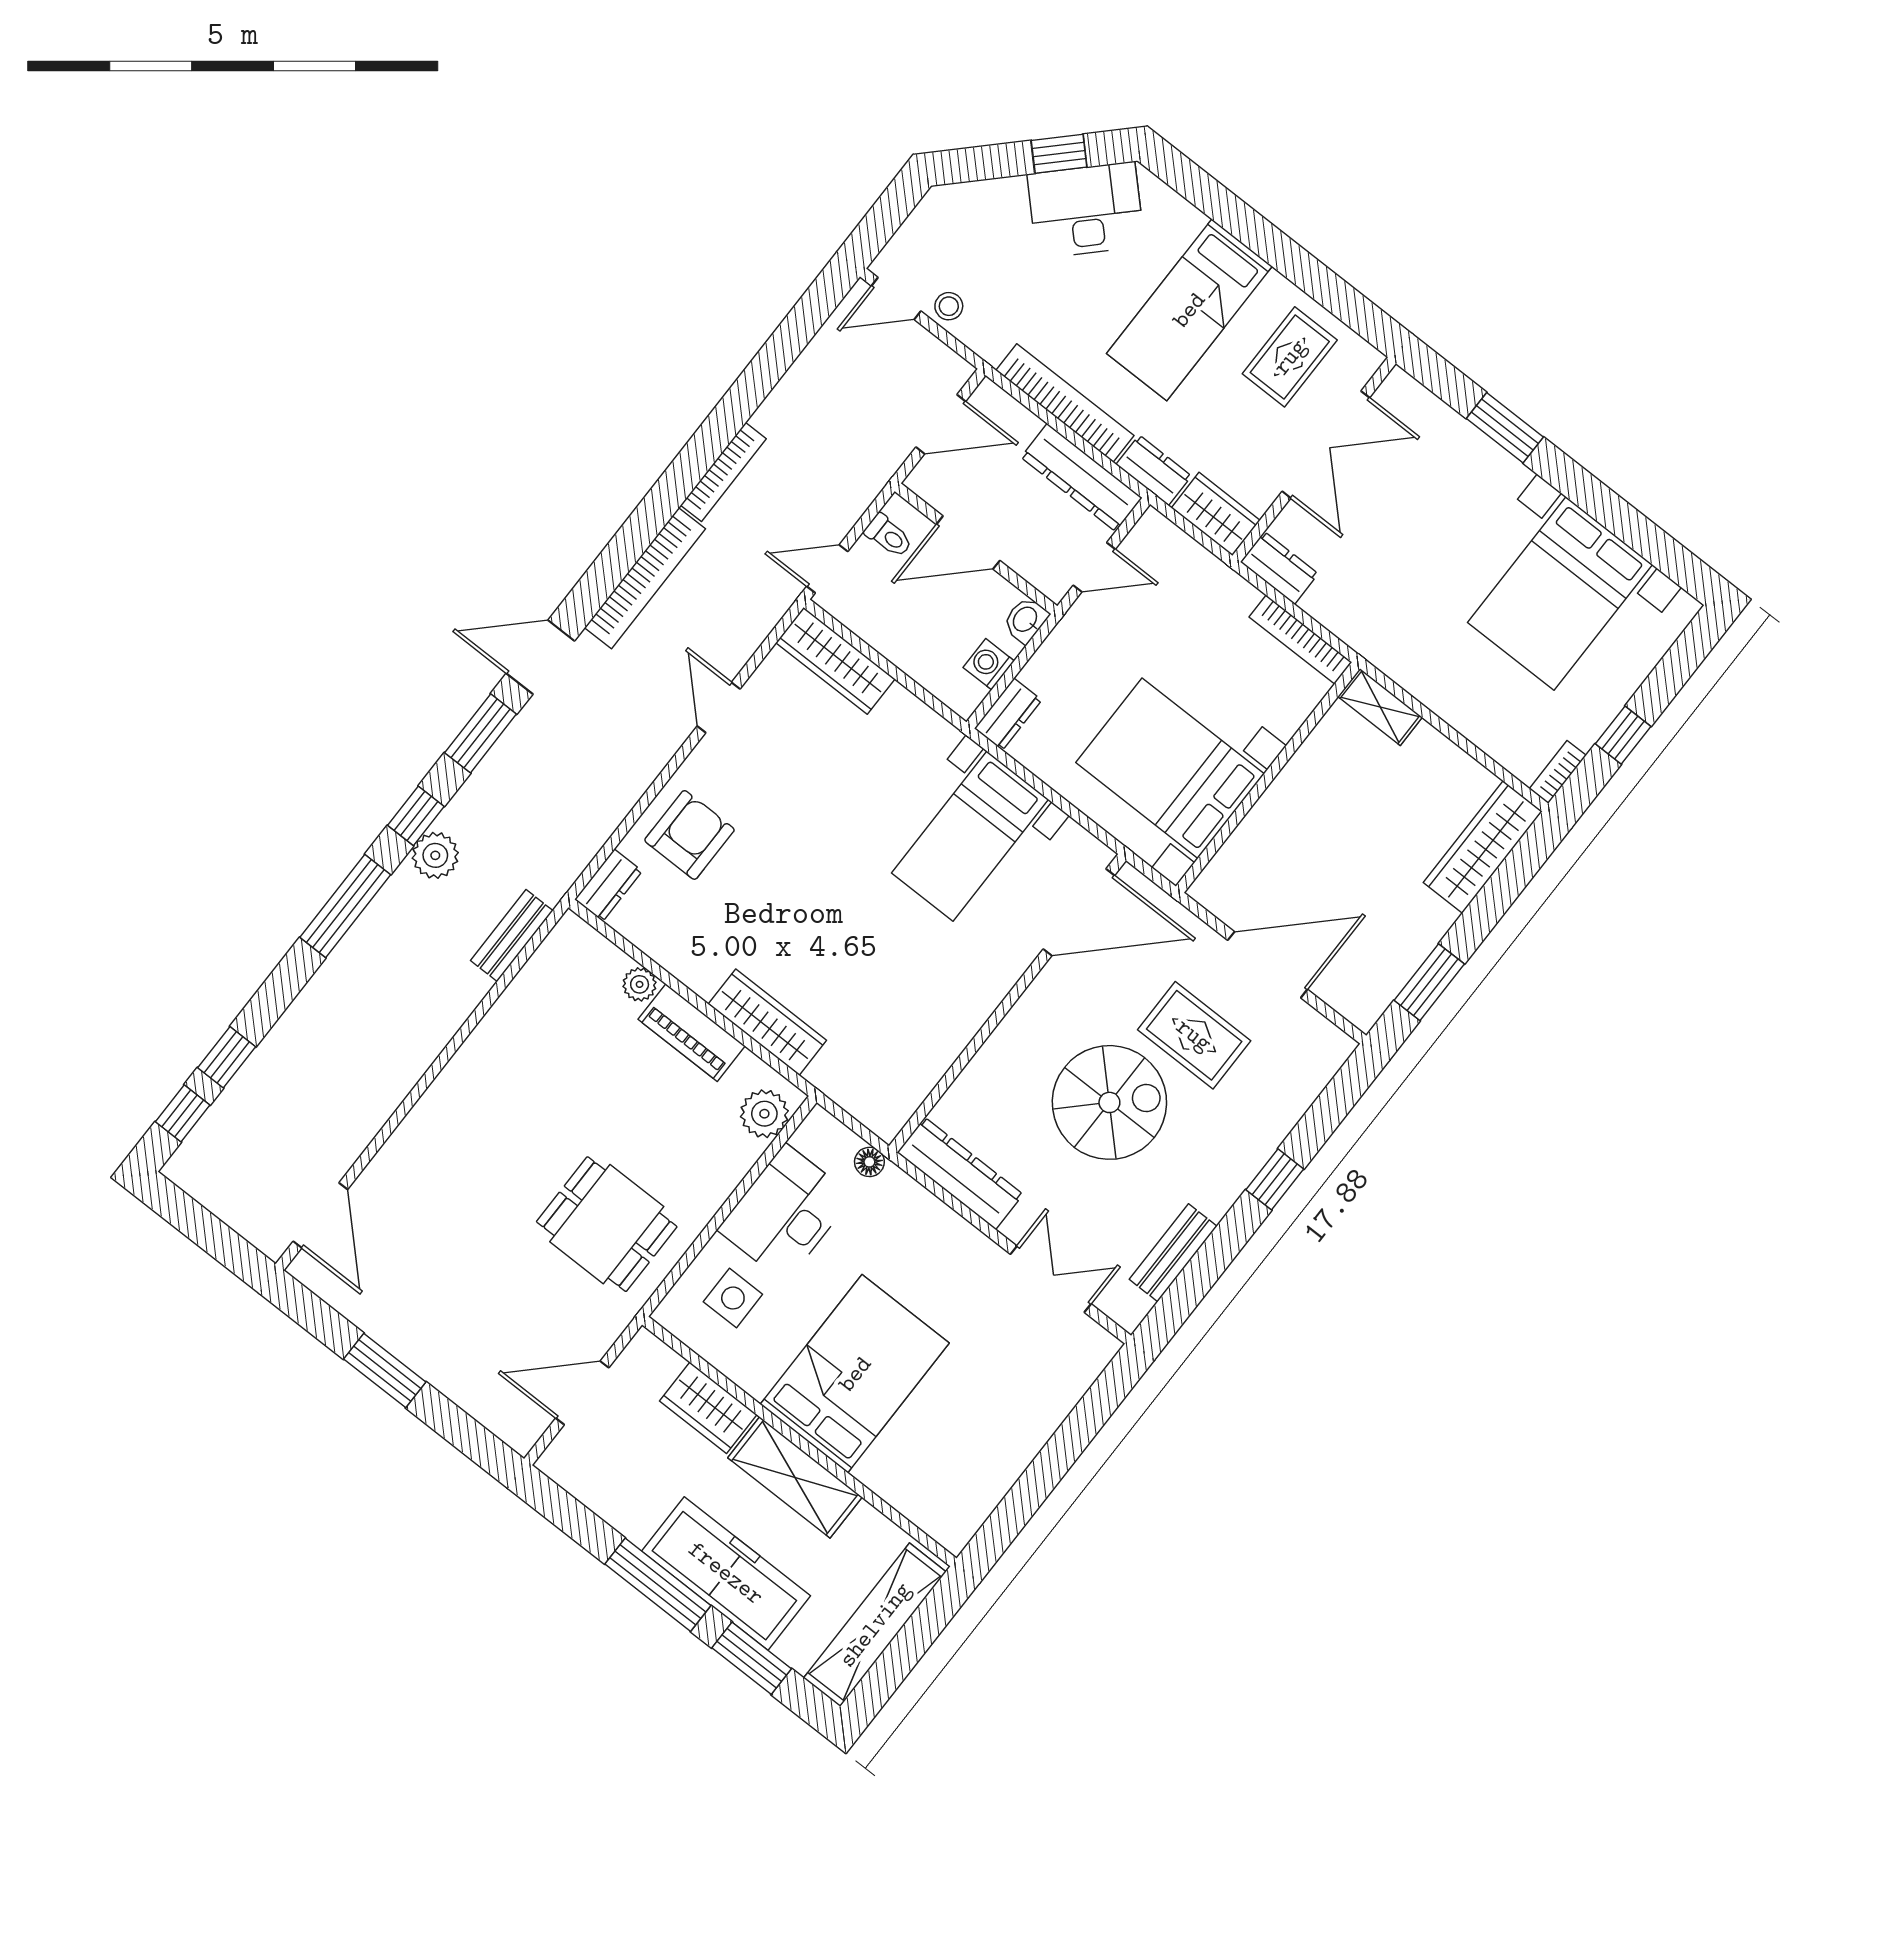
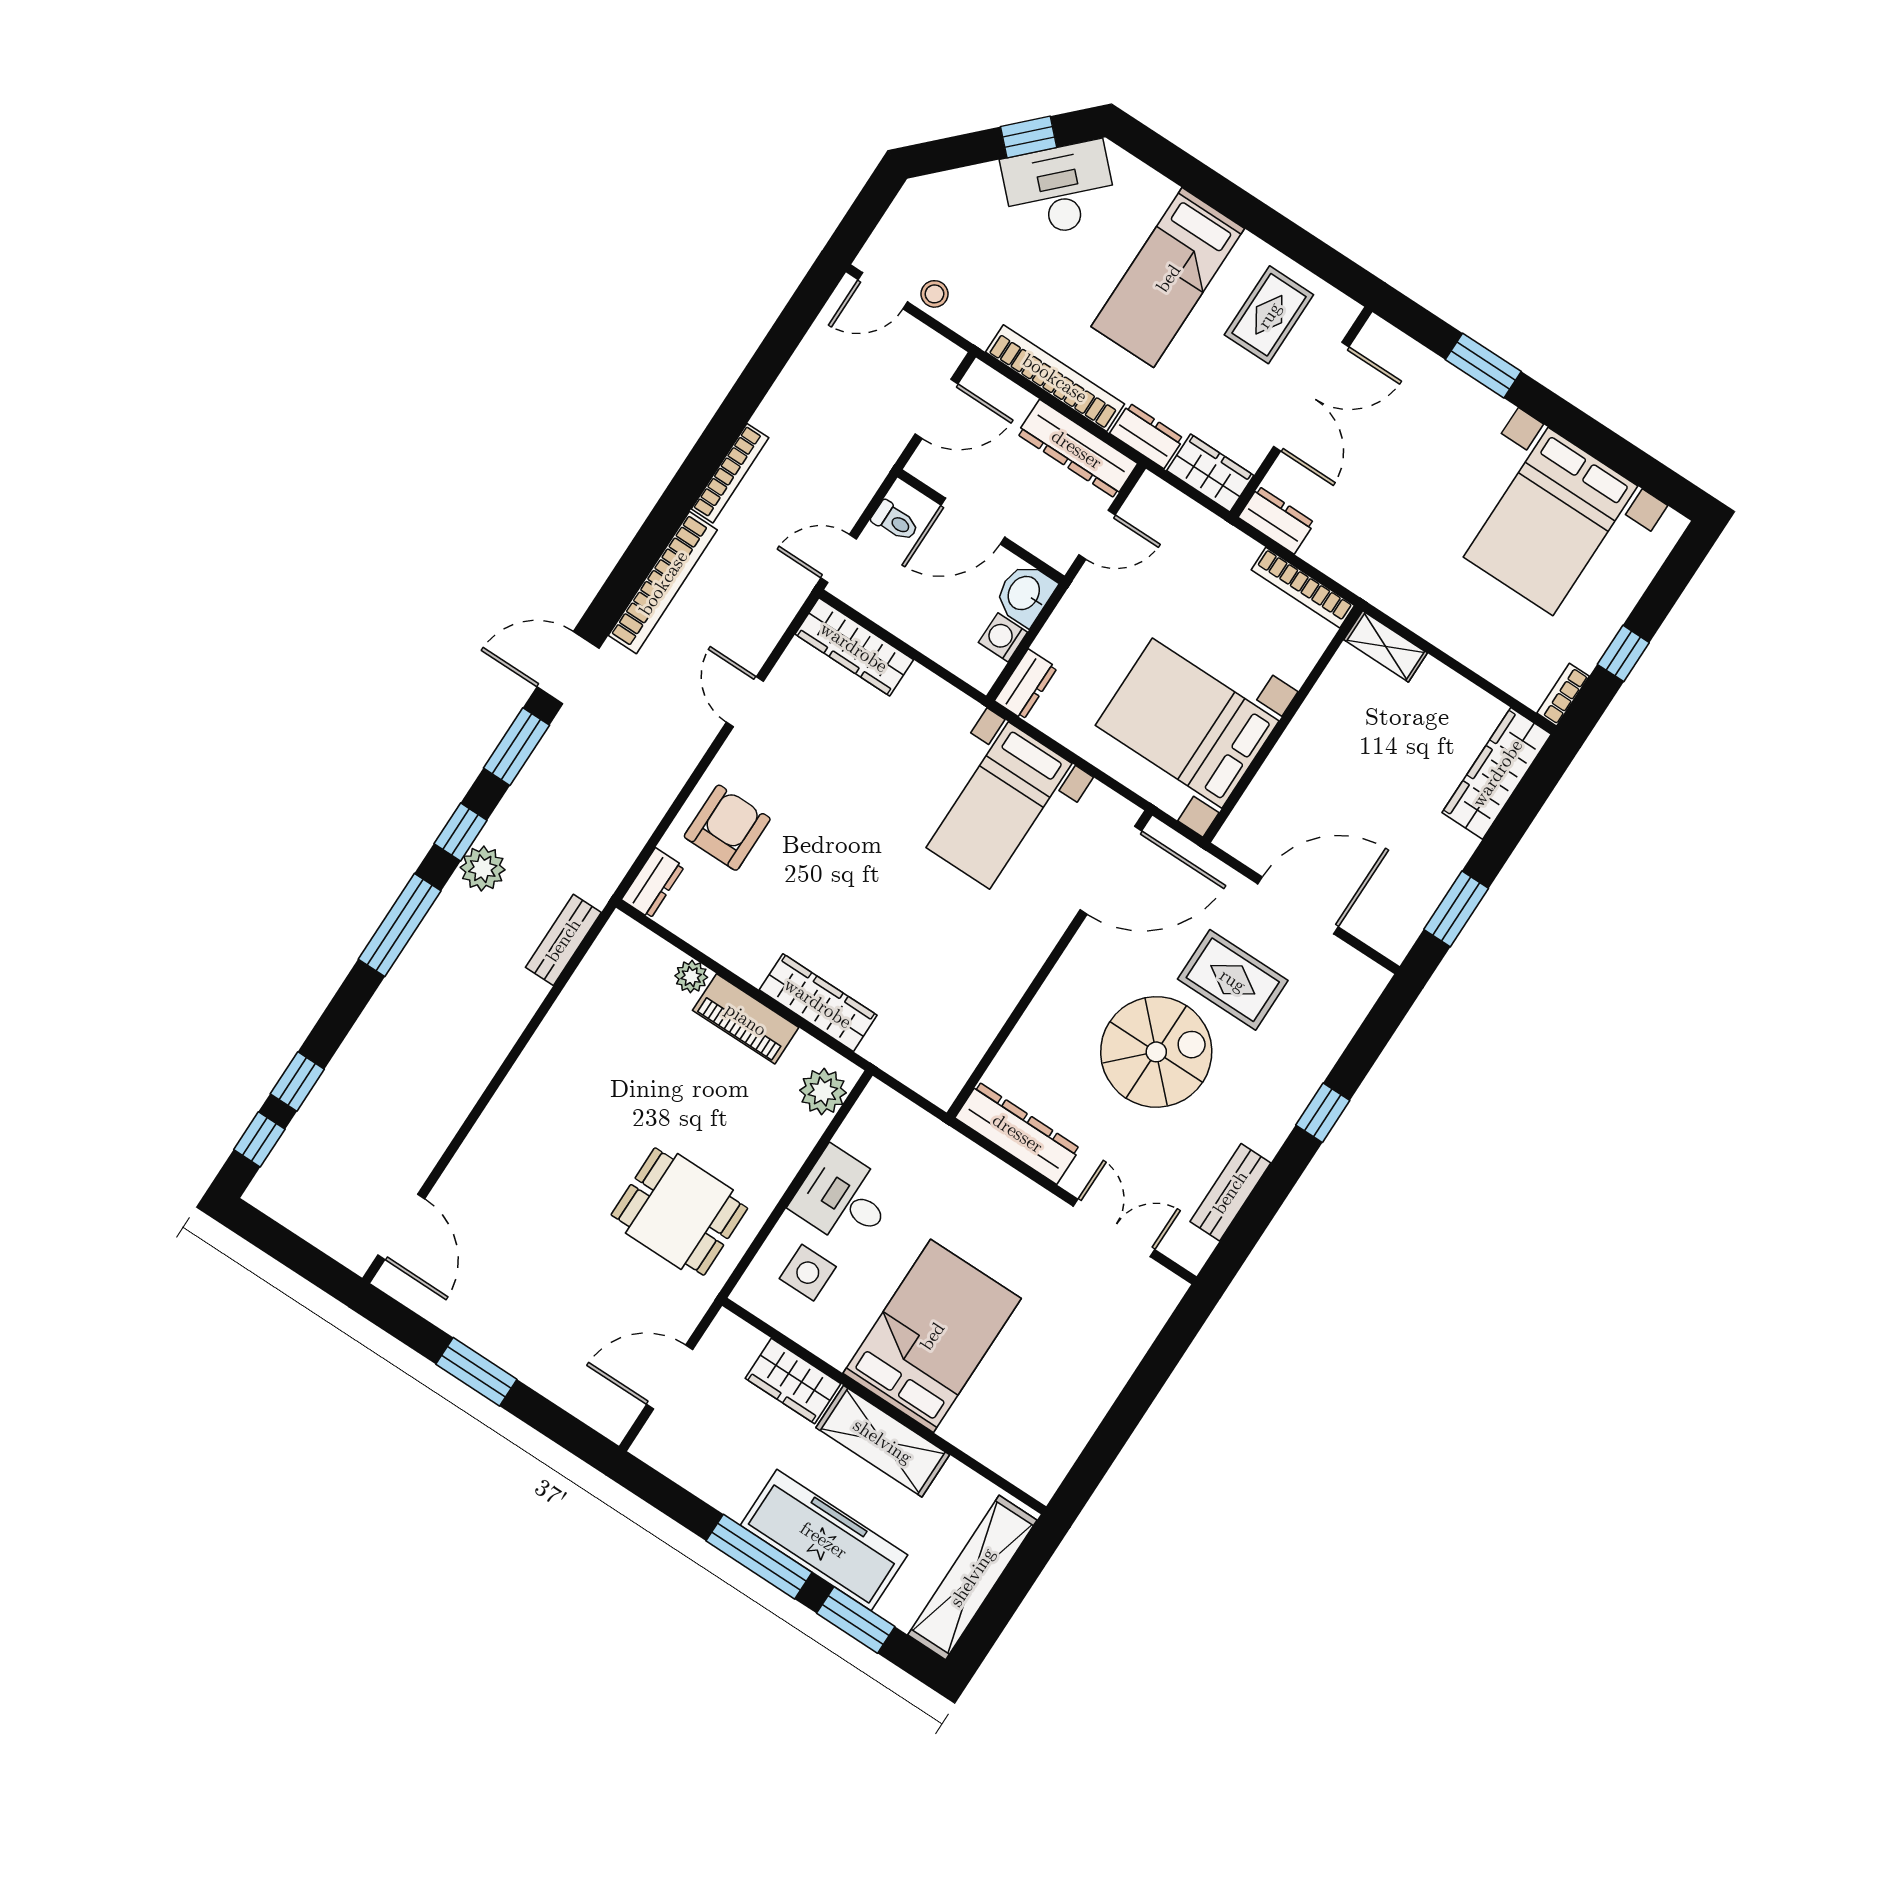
washbasin: (1026, 620) -> (1025, 594), width x1.38, depth x1.45
floor lamp: (869, 1162) -> (929, 1129), removed
desk: (785, 1213) -> (843, 1198), width x0.73

